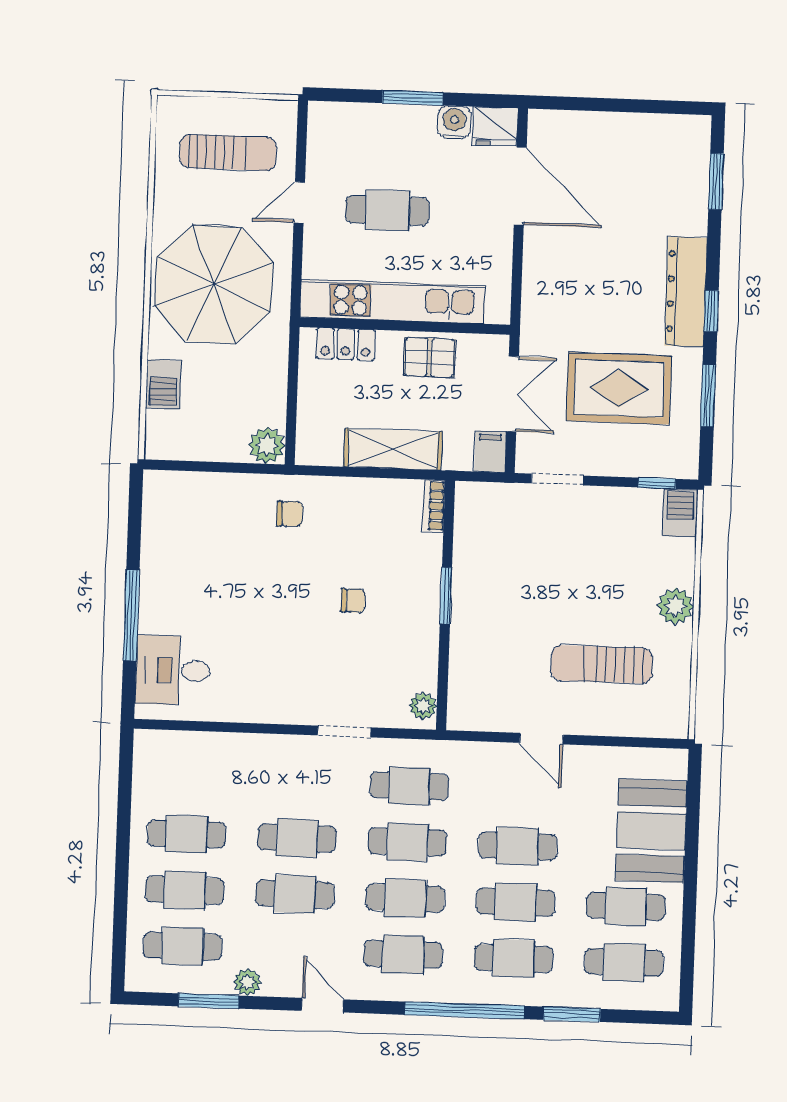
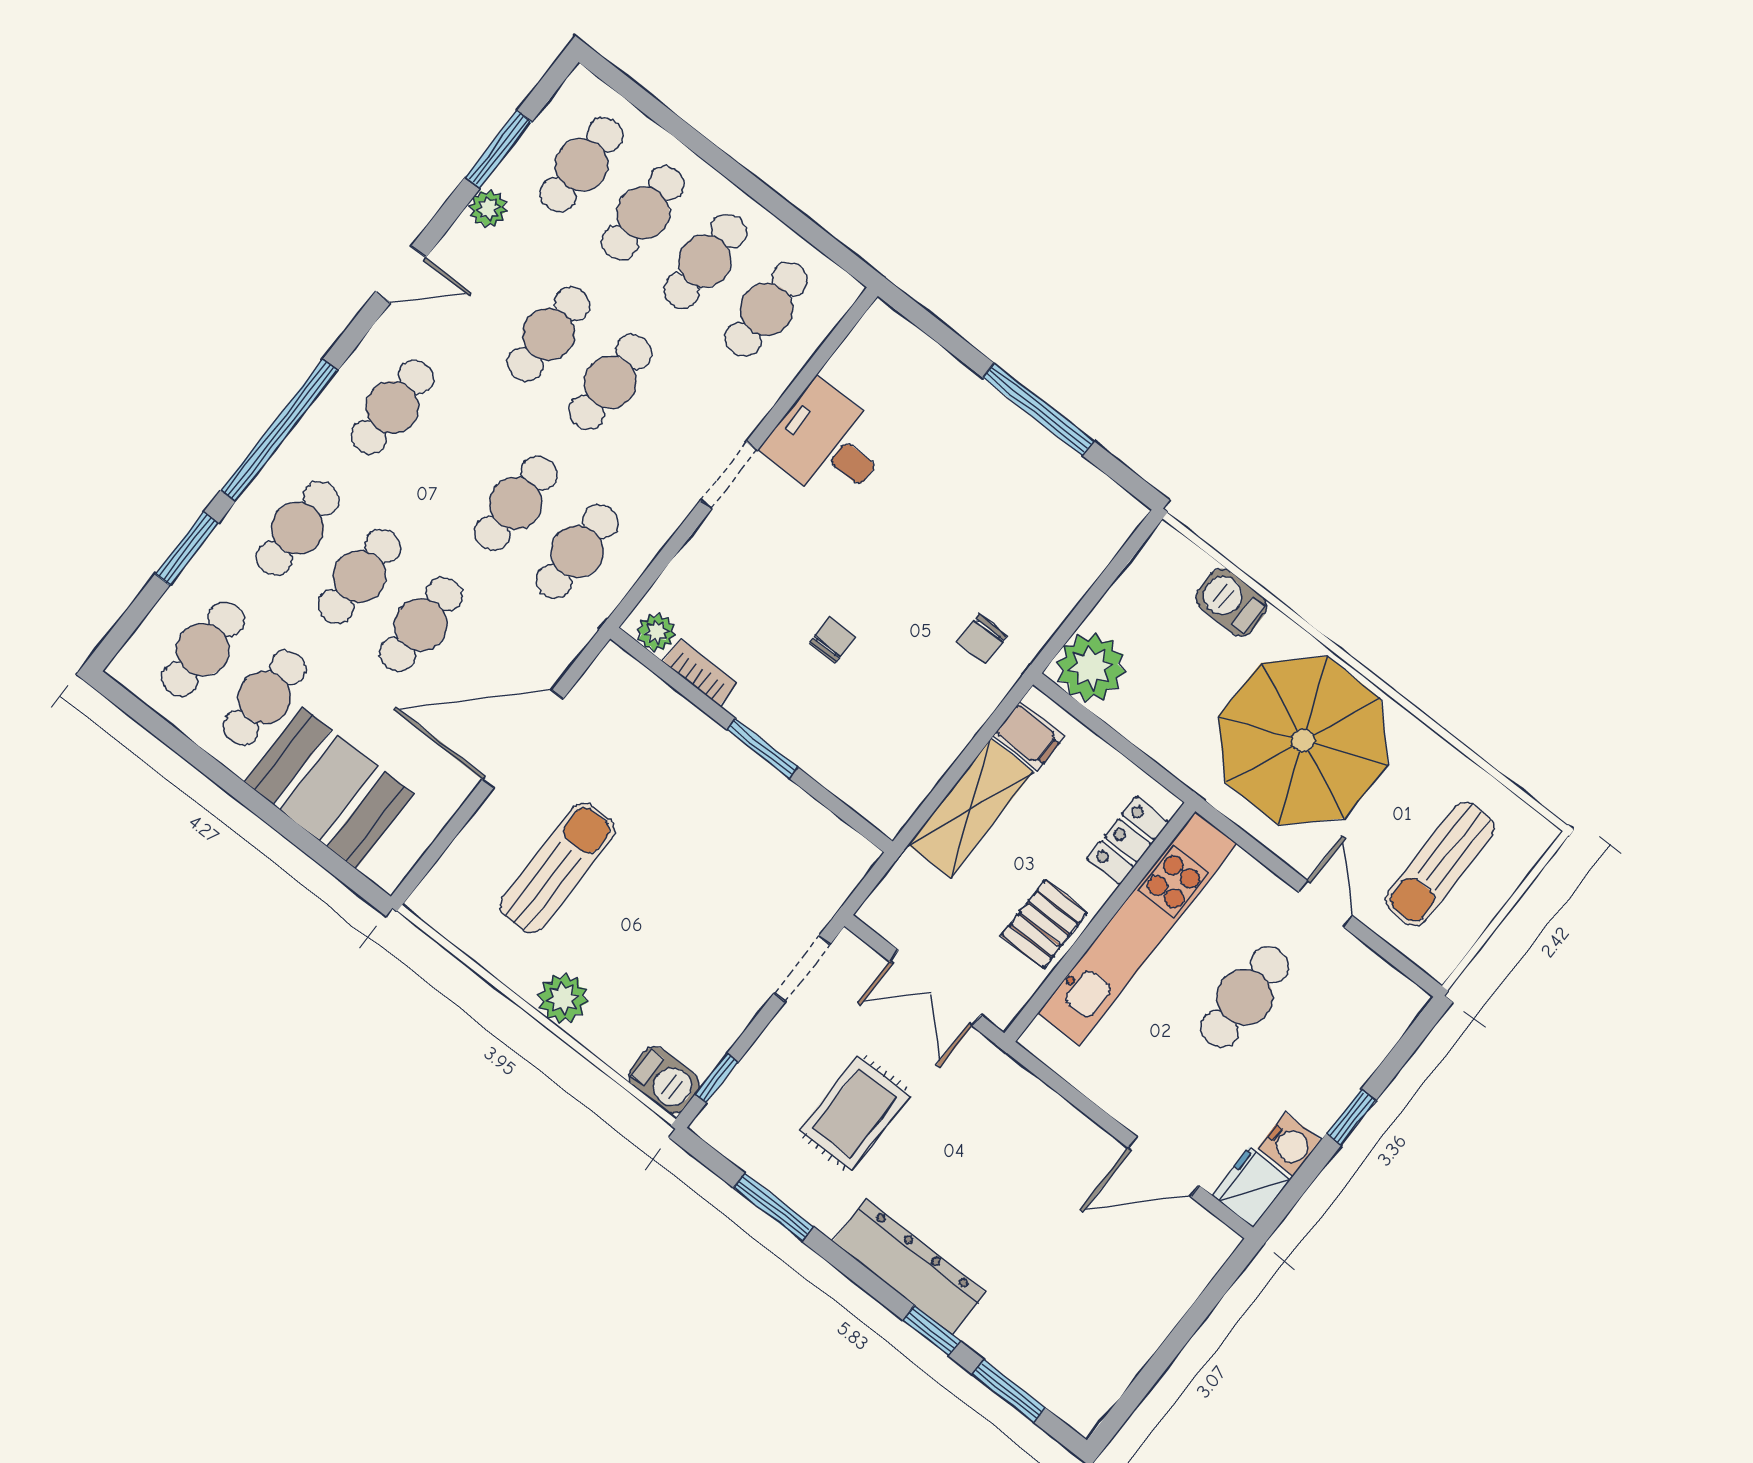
window: (413, 98) -> (1351, 1117), width x0.67
door: (520, 186) -> (1164, 1166), width x0.73
window: (711, 311) -> (931, 1331), moved
rug: (619, 388) -> (855, 1113), width x0.73, depth x0.70
plant: (267, 445) -> (1091, 667), width x1.36, depth x1.36
filing cabinet: (490, 452) -> (1029, 736), moved
bookcase: (434, 506) -> (700, 673), moved
chair: (353, 601) -> (832, 639), turned 180
window: (131, 615) -> (1038, 409), moved
desk: (173, 670) -> (828, 444), moved, turned -90
doorway: (344, 731) -> (729, 475), moved
door: (541, 739) -> (523, 739), width x1.87
cafe table: (405, 898) -> (766, 309), moved

